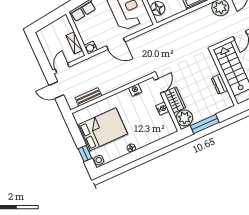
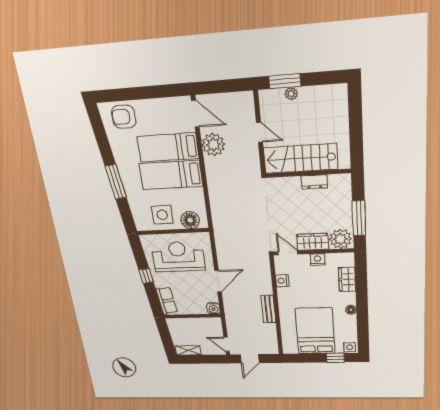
shelving: (74, 43) -> (188, 350), moved
bench: (88, 97) -> (268, 309), moved
wardrobe: (155, 135) -> (347, 279), added

